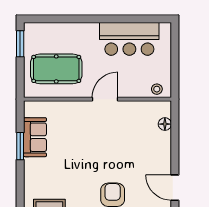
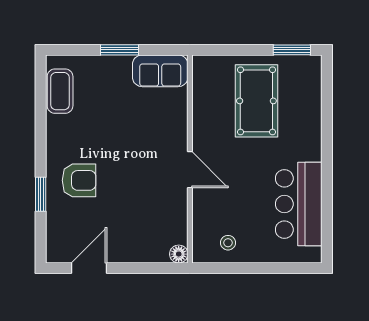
wall: (97, 99) -> (190, 159), moved
door: (105, 99) -> (190, 170), moved
window: (20, 146) -> (119, 50), moved

